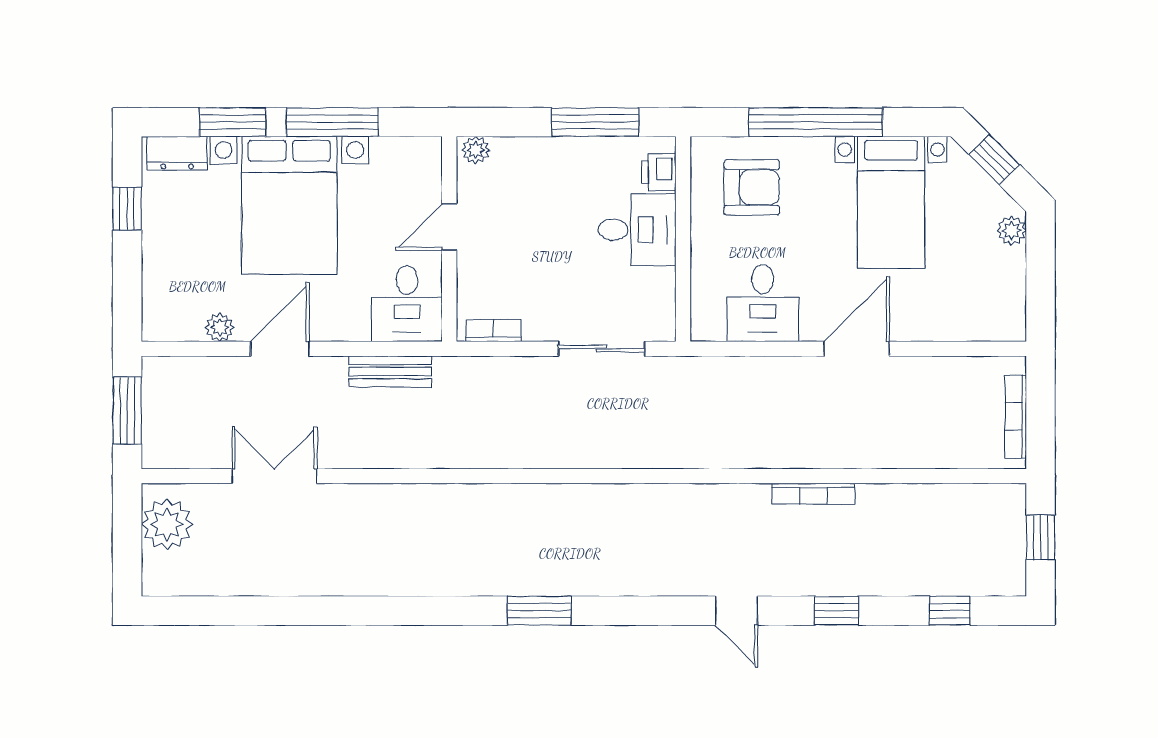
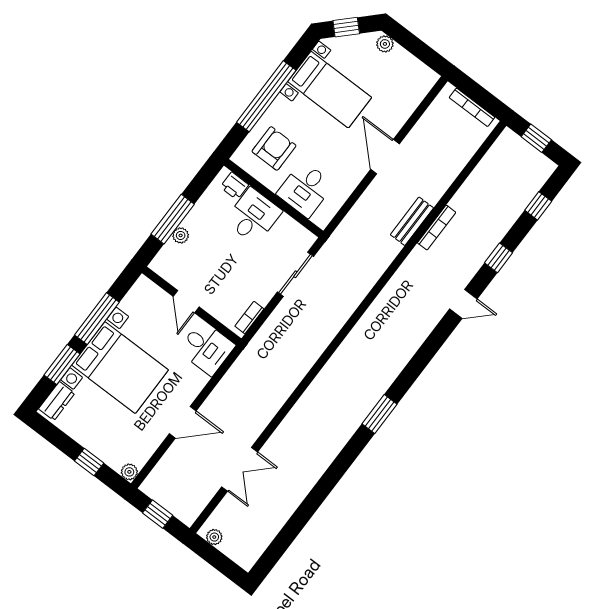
window: (595, 122) -> (173, 219), moved
plant: (476, 150) -> (181, 235), moved
window: (127, 209) -> (89, 462), moved
desk: (763, 303) -> (305, 189), moved, turned 90
plant: (220, 327) -> (129, 472), moved
door: (280, 349) -> (183, 422), swing flipped
bench: (390, 372) -> (412, 221), moved
window: (127, 411) -> (158, 514), width x0.67
double door: (275, 476) -> (240, 469), swing flipped
plant: (167, 524) -> (214, 537), width x0.53, depth x0.53
window: (539, 611) -> (380, 414), moved

